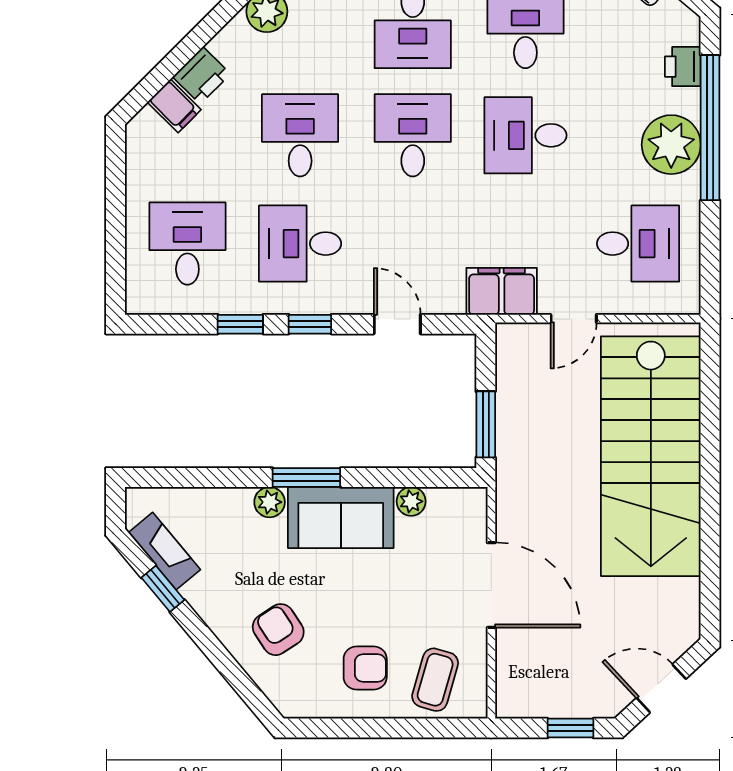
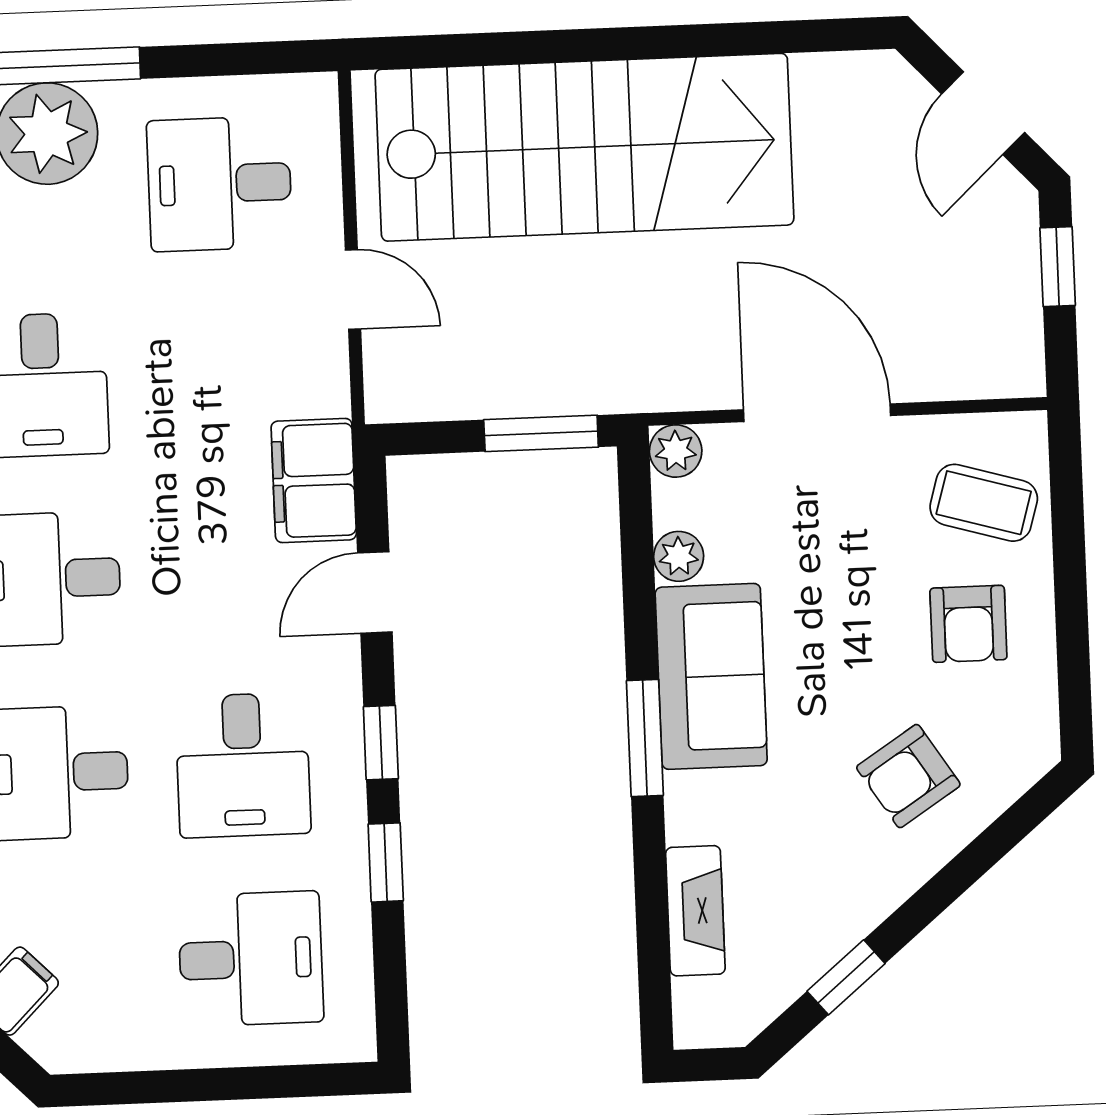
desk: (187, 244) -> (251, 959), turned 180
desk: (638, 244) -> (220, 184), turned -90
filing cabinet: (502, 291) -> (314, 481), moved
plant: (270, 502) -> (676, 451), moved
fireplace: (164, 551) -> (695, 911), moved, turned 130
door: (491, 585) -> (817, 413), hinge flipped
armchair: (365, 668) -> (968, 624), turned 180

